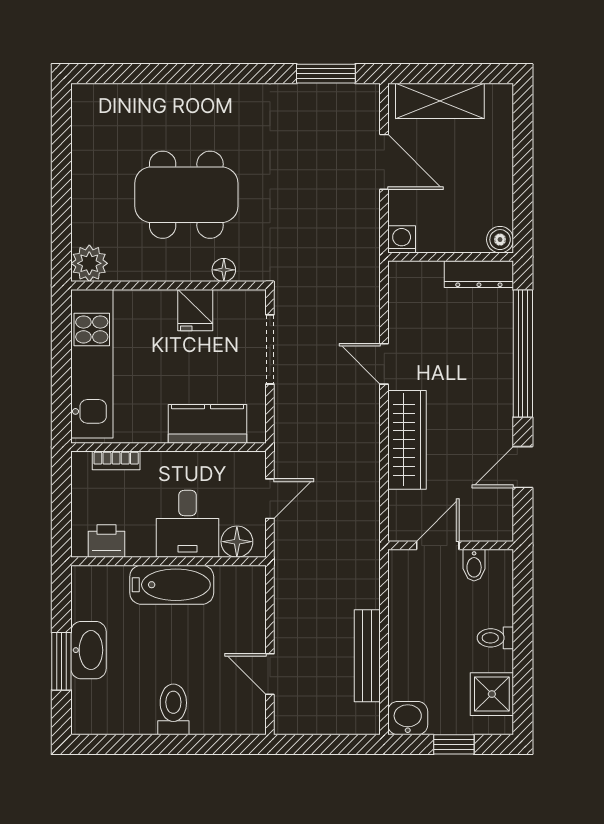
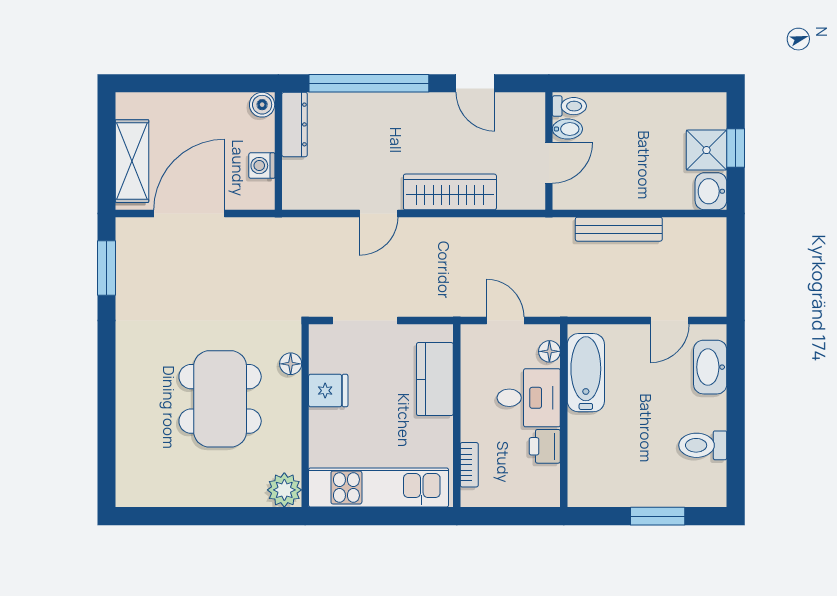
door: (384, 162) -> (189, 213), width x1.36
washing machine: (402, 239) -> (262, 166), moved
printer: (107, 541) -> (545, 446), moved
floor lamp: (237, 542) -> (549, 351), width x0.73, depth x0.73
door: (438, 545) -> (549, 163), swing flipped
bathtub: (172, 585) -> (586, 373), moved
toilet: (495, 638) -> (569, 106), moved, turned -90
washbasin: (88, 650) -> (710, 367), moved, turned -90
bench: (367, 656) -> (619, 229), moved
shower: (492, 694) -> (707, 150), moved
toilet: (173, 709) -> (703, 445), moved

